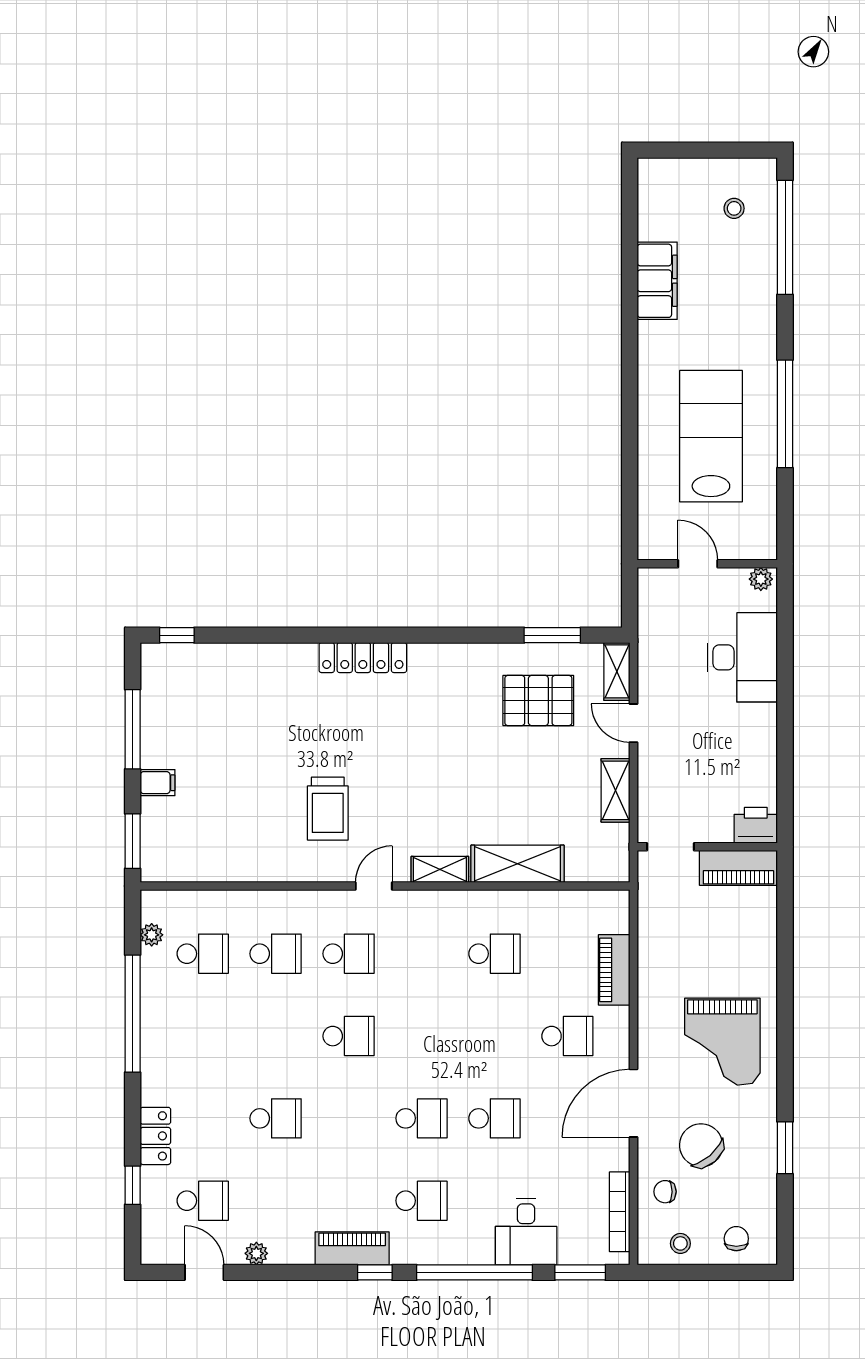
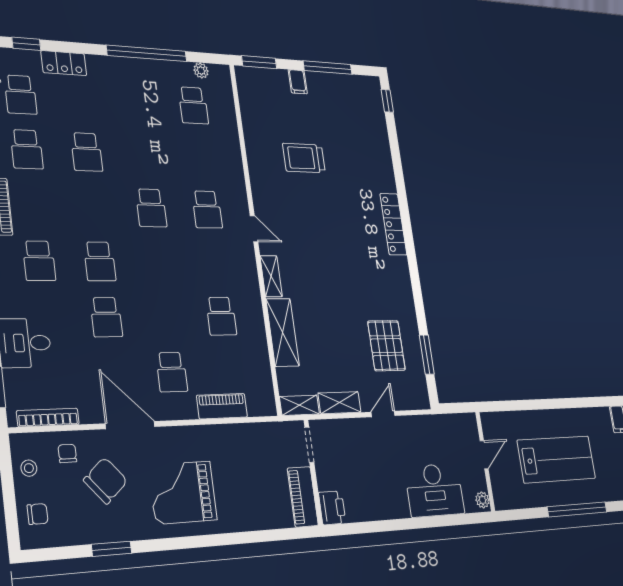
shelving: (617, 671) -> (299, 405), moved
trolley: (328, 809) -> (304, 158), moved
school desk: (276, 954) -> (27, 149), moved

